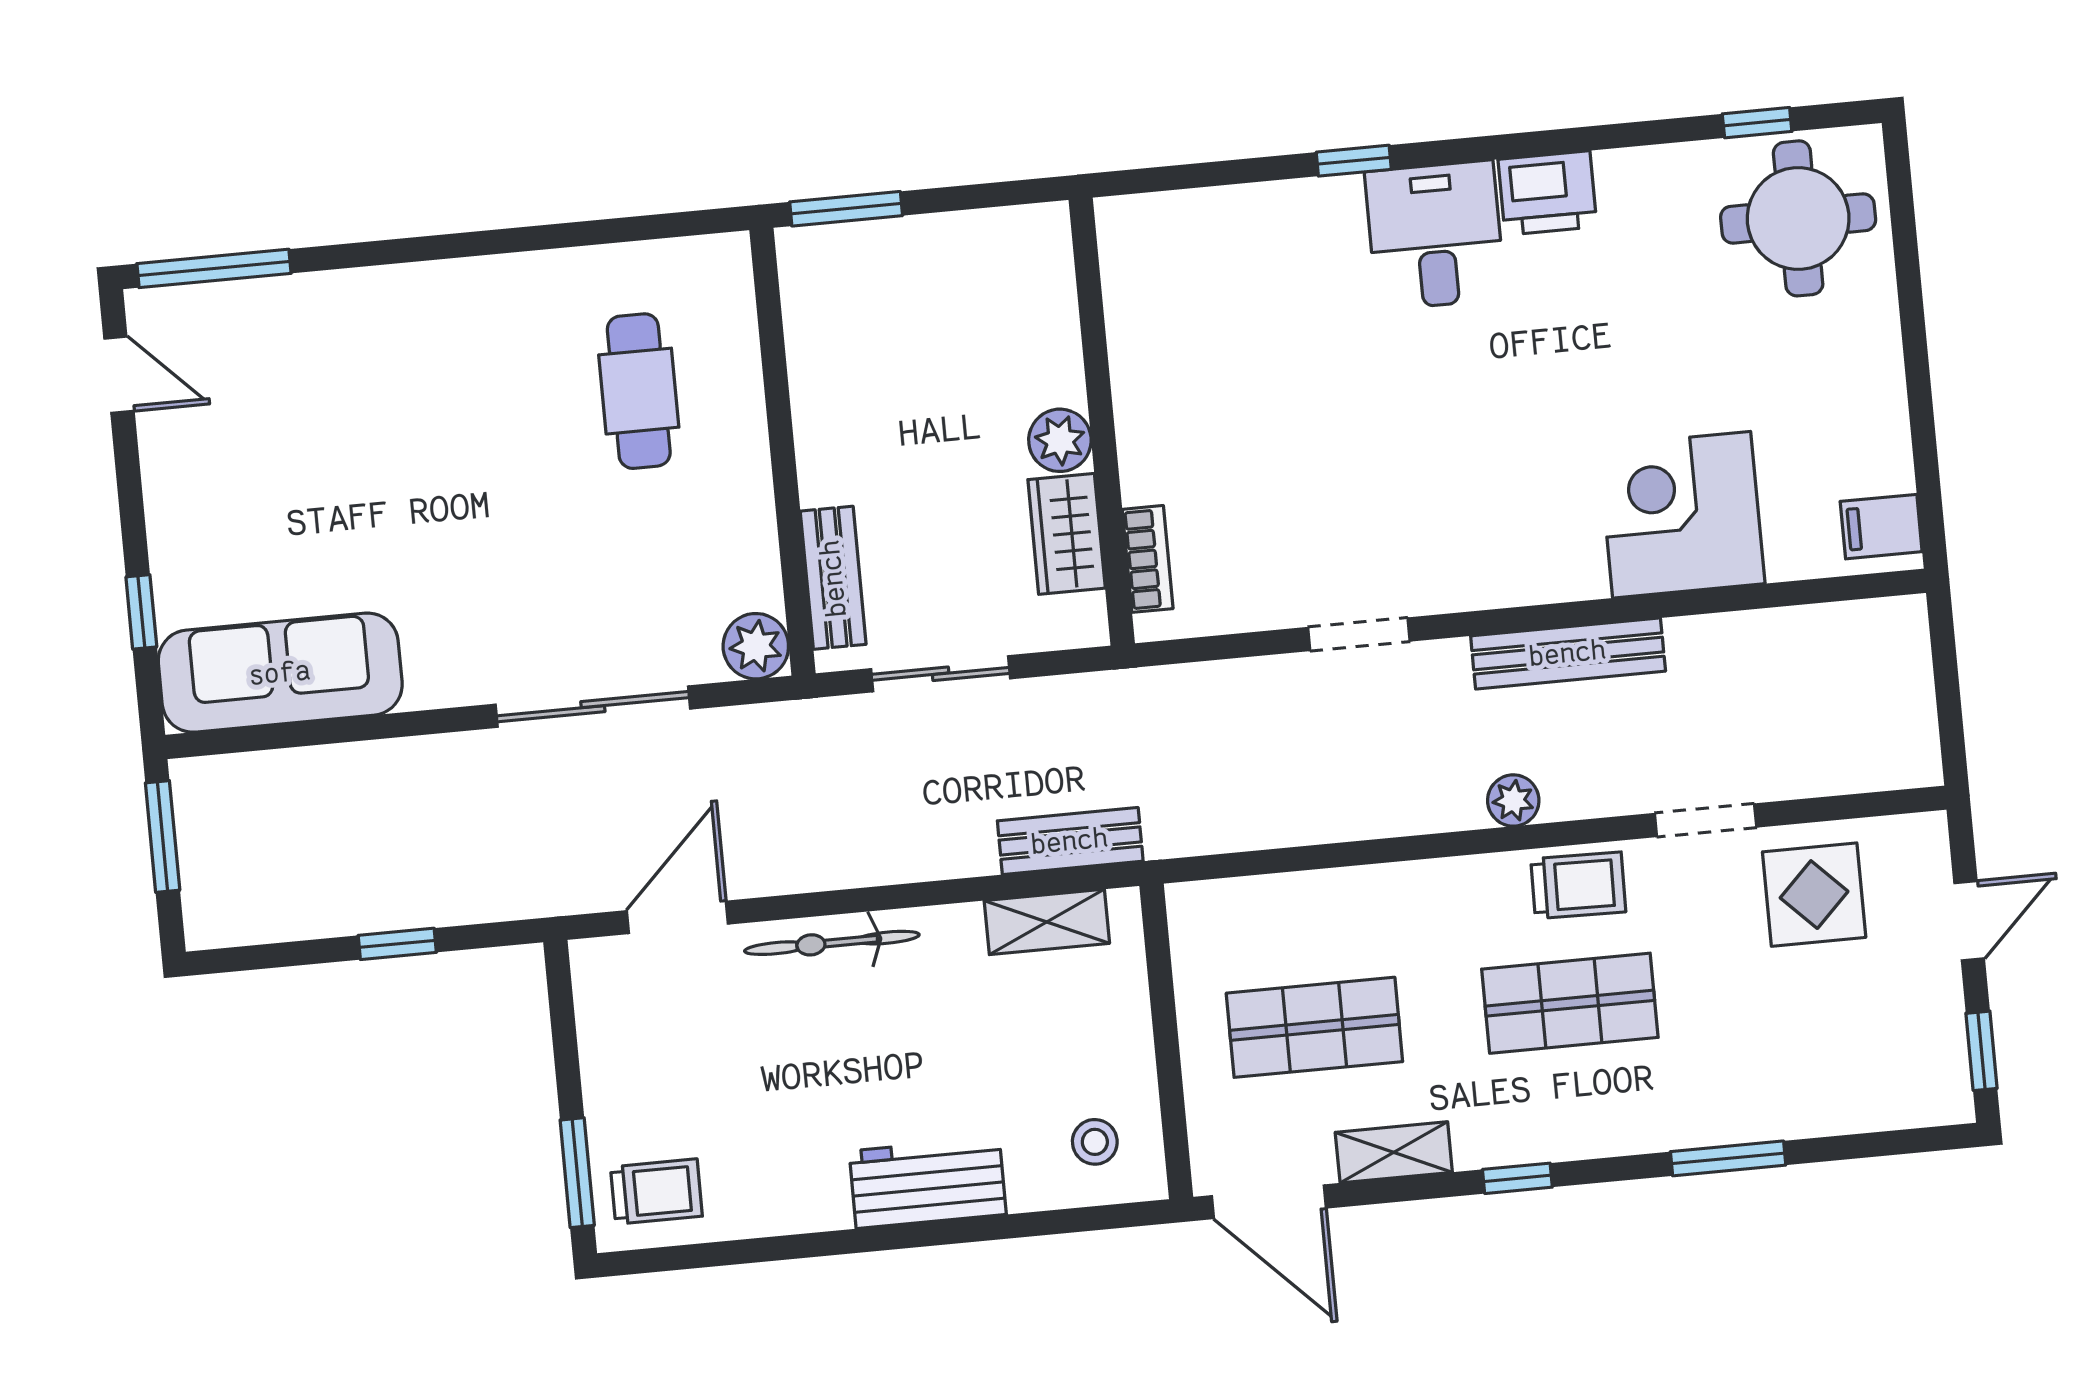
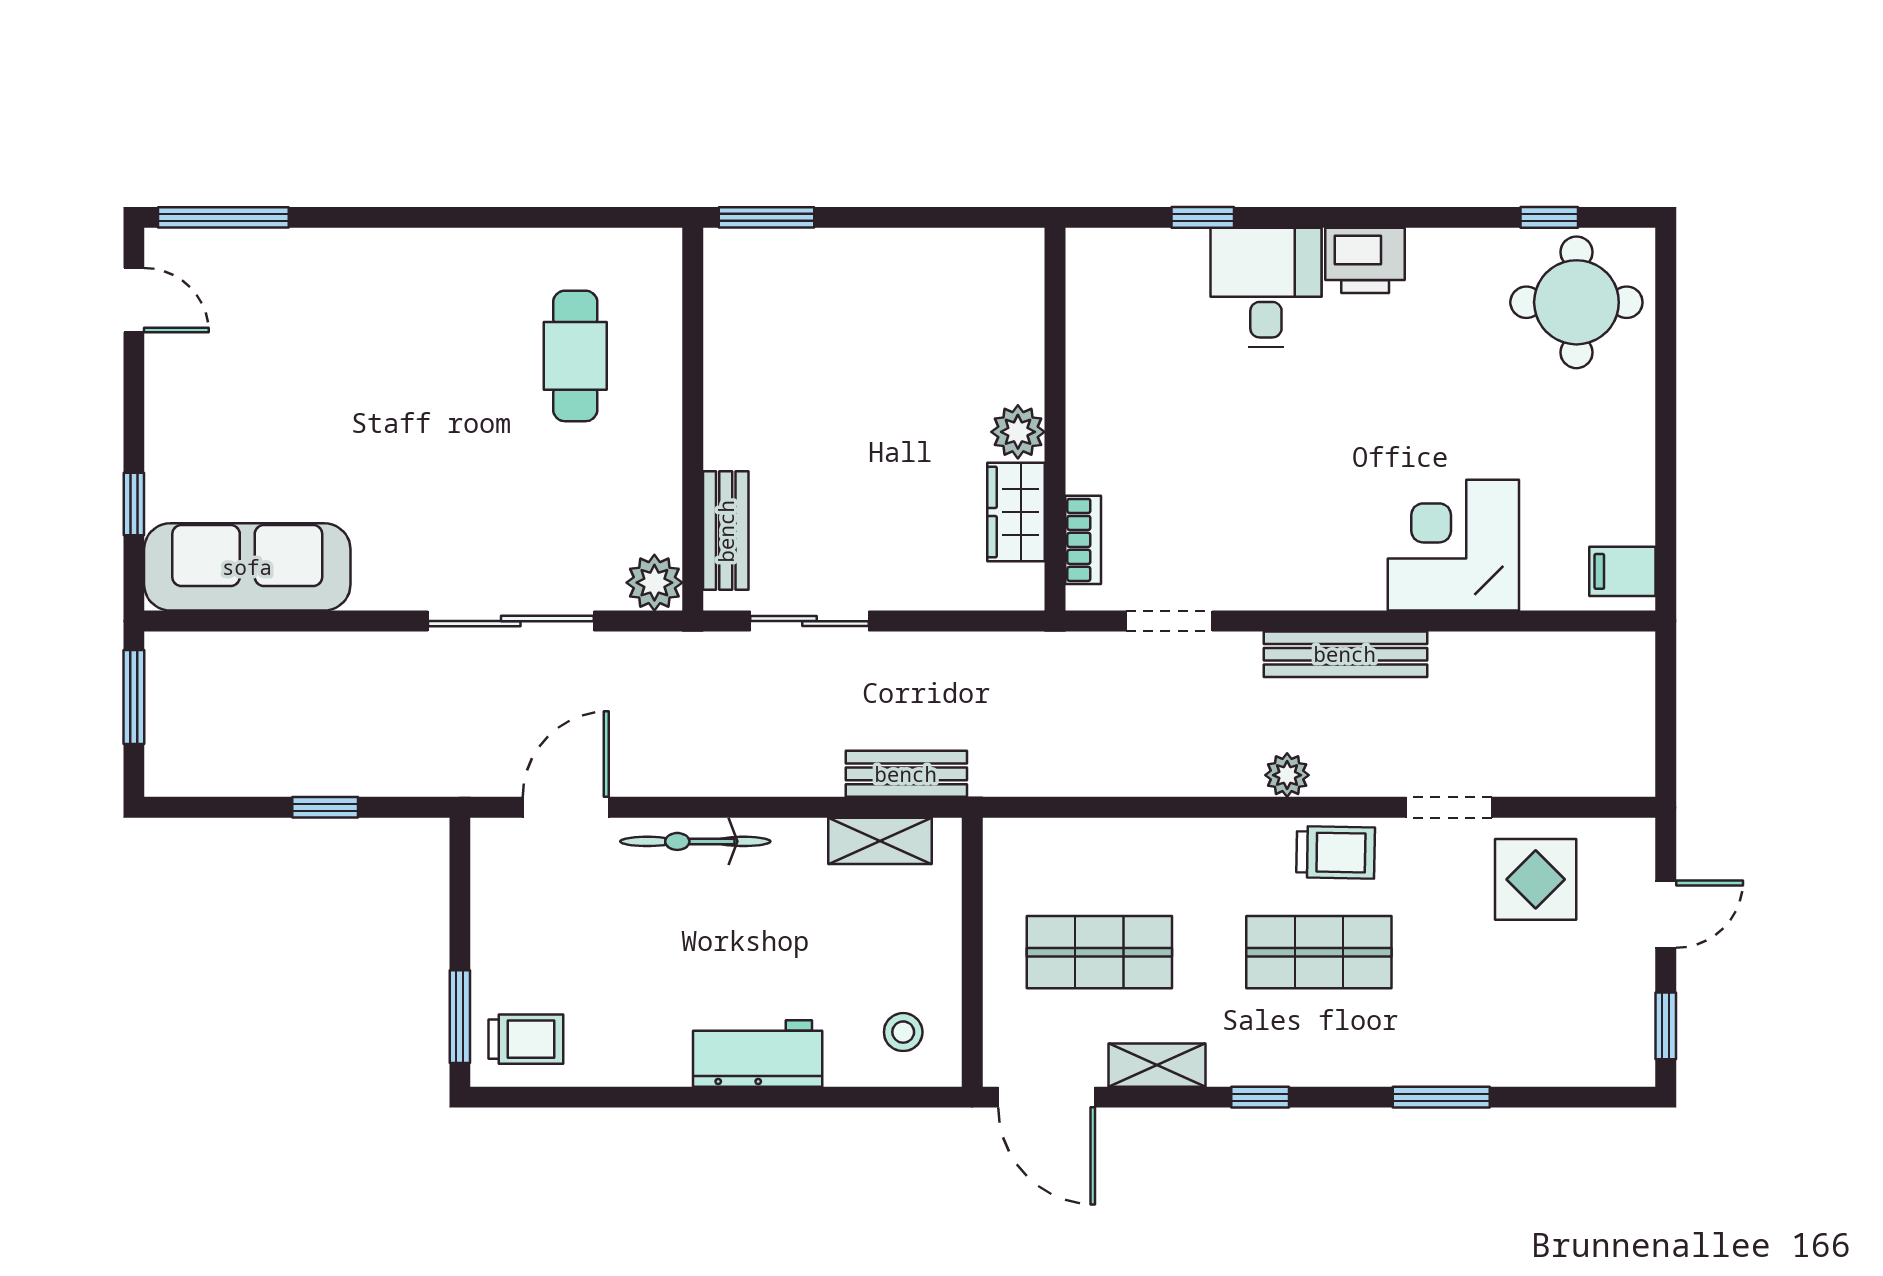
wall: (1102, 422) -> (1055, 419), moved
plant: (1060, 440) -> (1018, 432), moved
wardrobe: (1067, 534) -> (1016, 512), moved
bookcase: (1148, 559) -> (1083, 540), moved

